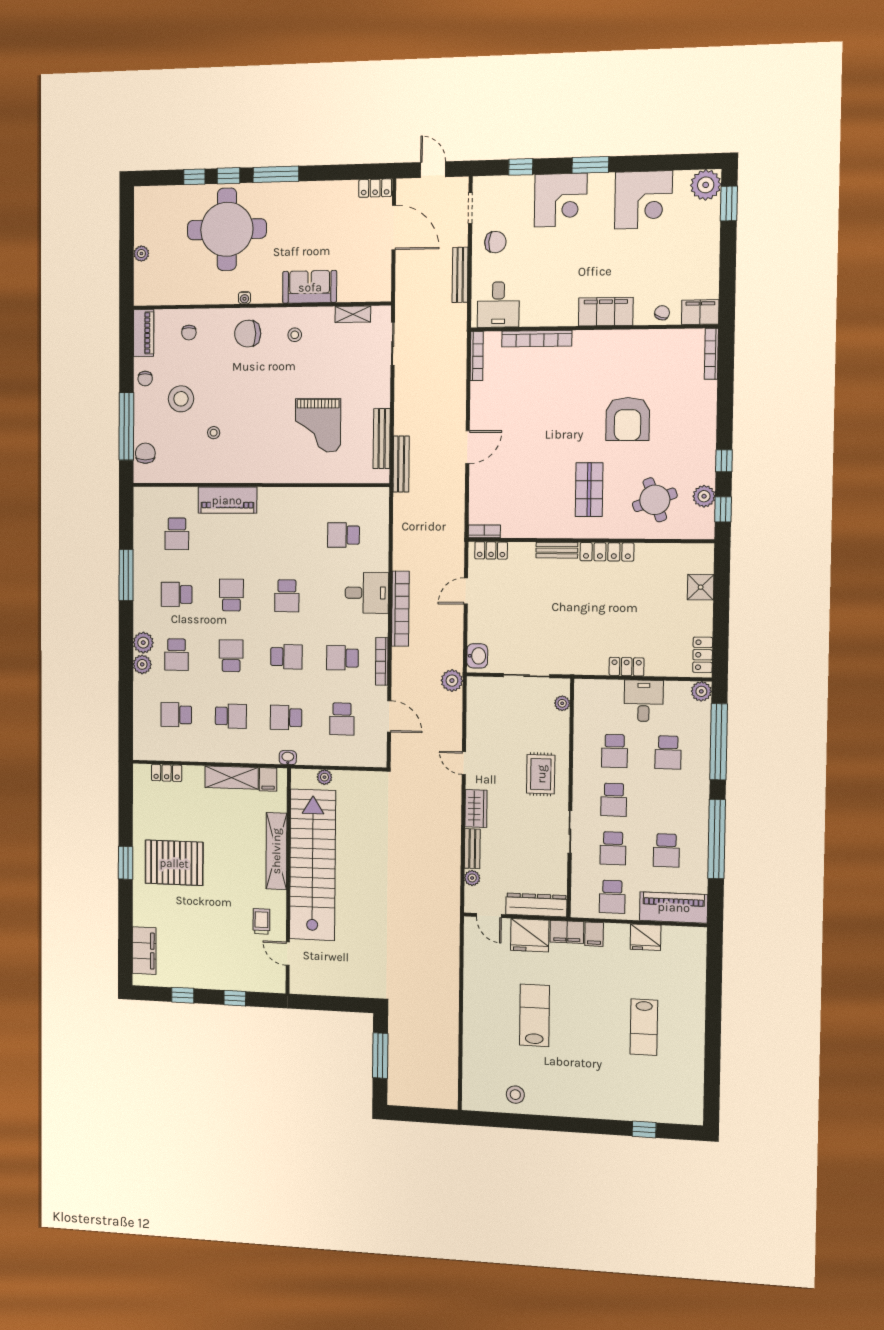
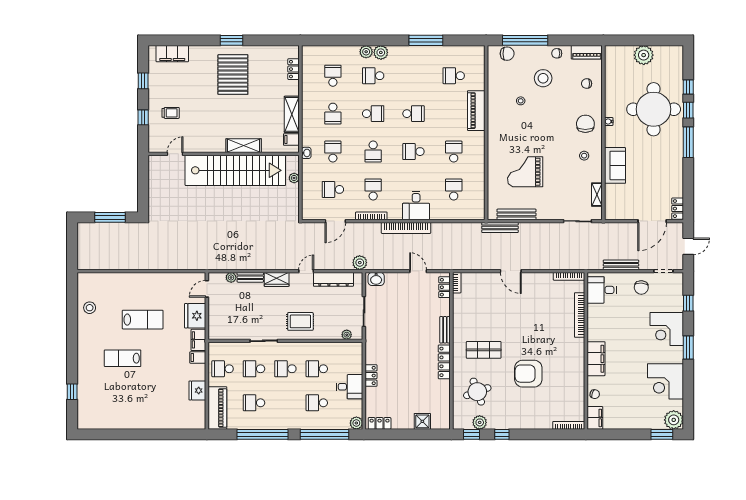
plant: (141, 254) -> (644, 55), width x1.87, depth x1.87
school desk: (177, 594) -> (454, 152), moved
shelving: (276, 851) -> (244, 146), width x0.68
dresser: (536, 905) -> (333, 279), moved, turned 90
trolley: (261, 921) -> (171, 113), moved
lab bench: (644, 1027) -> (123, 358), moved

